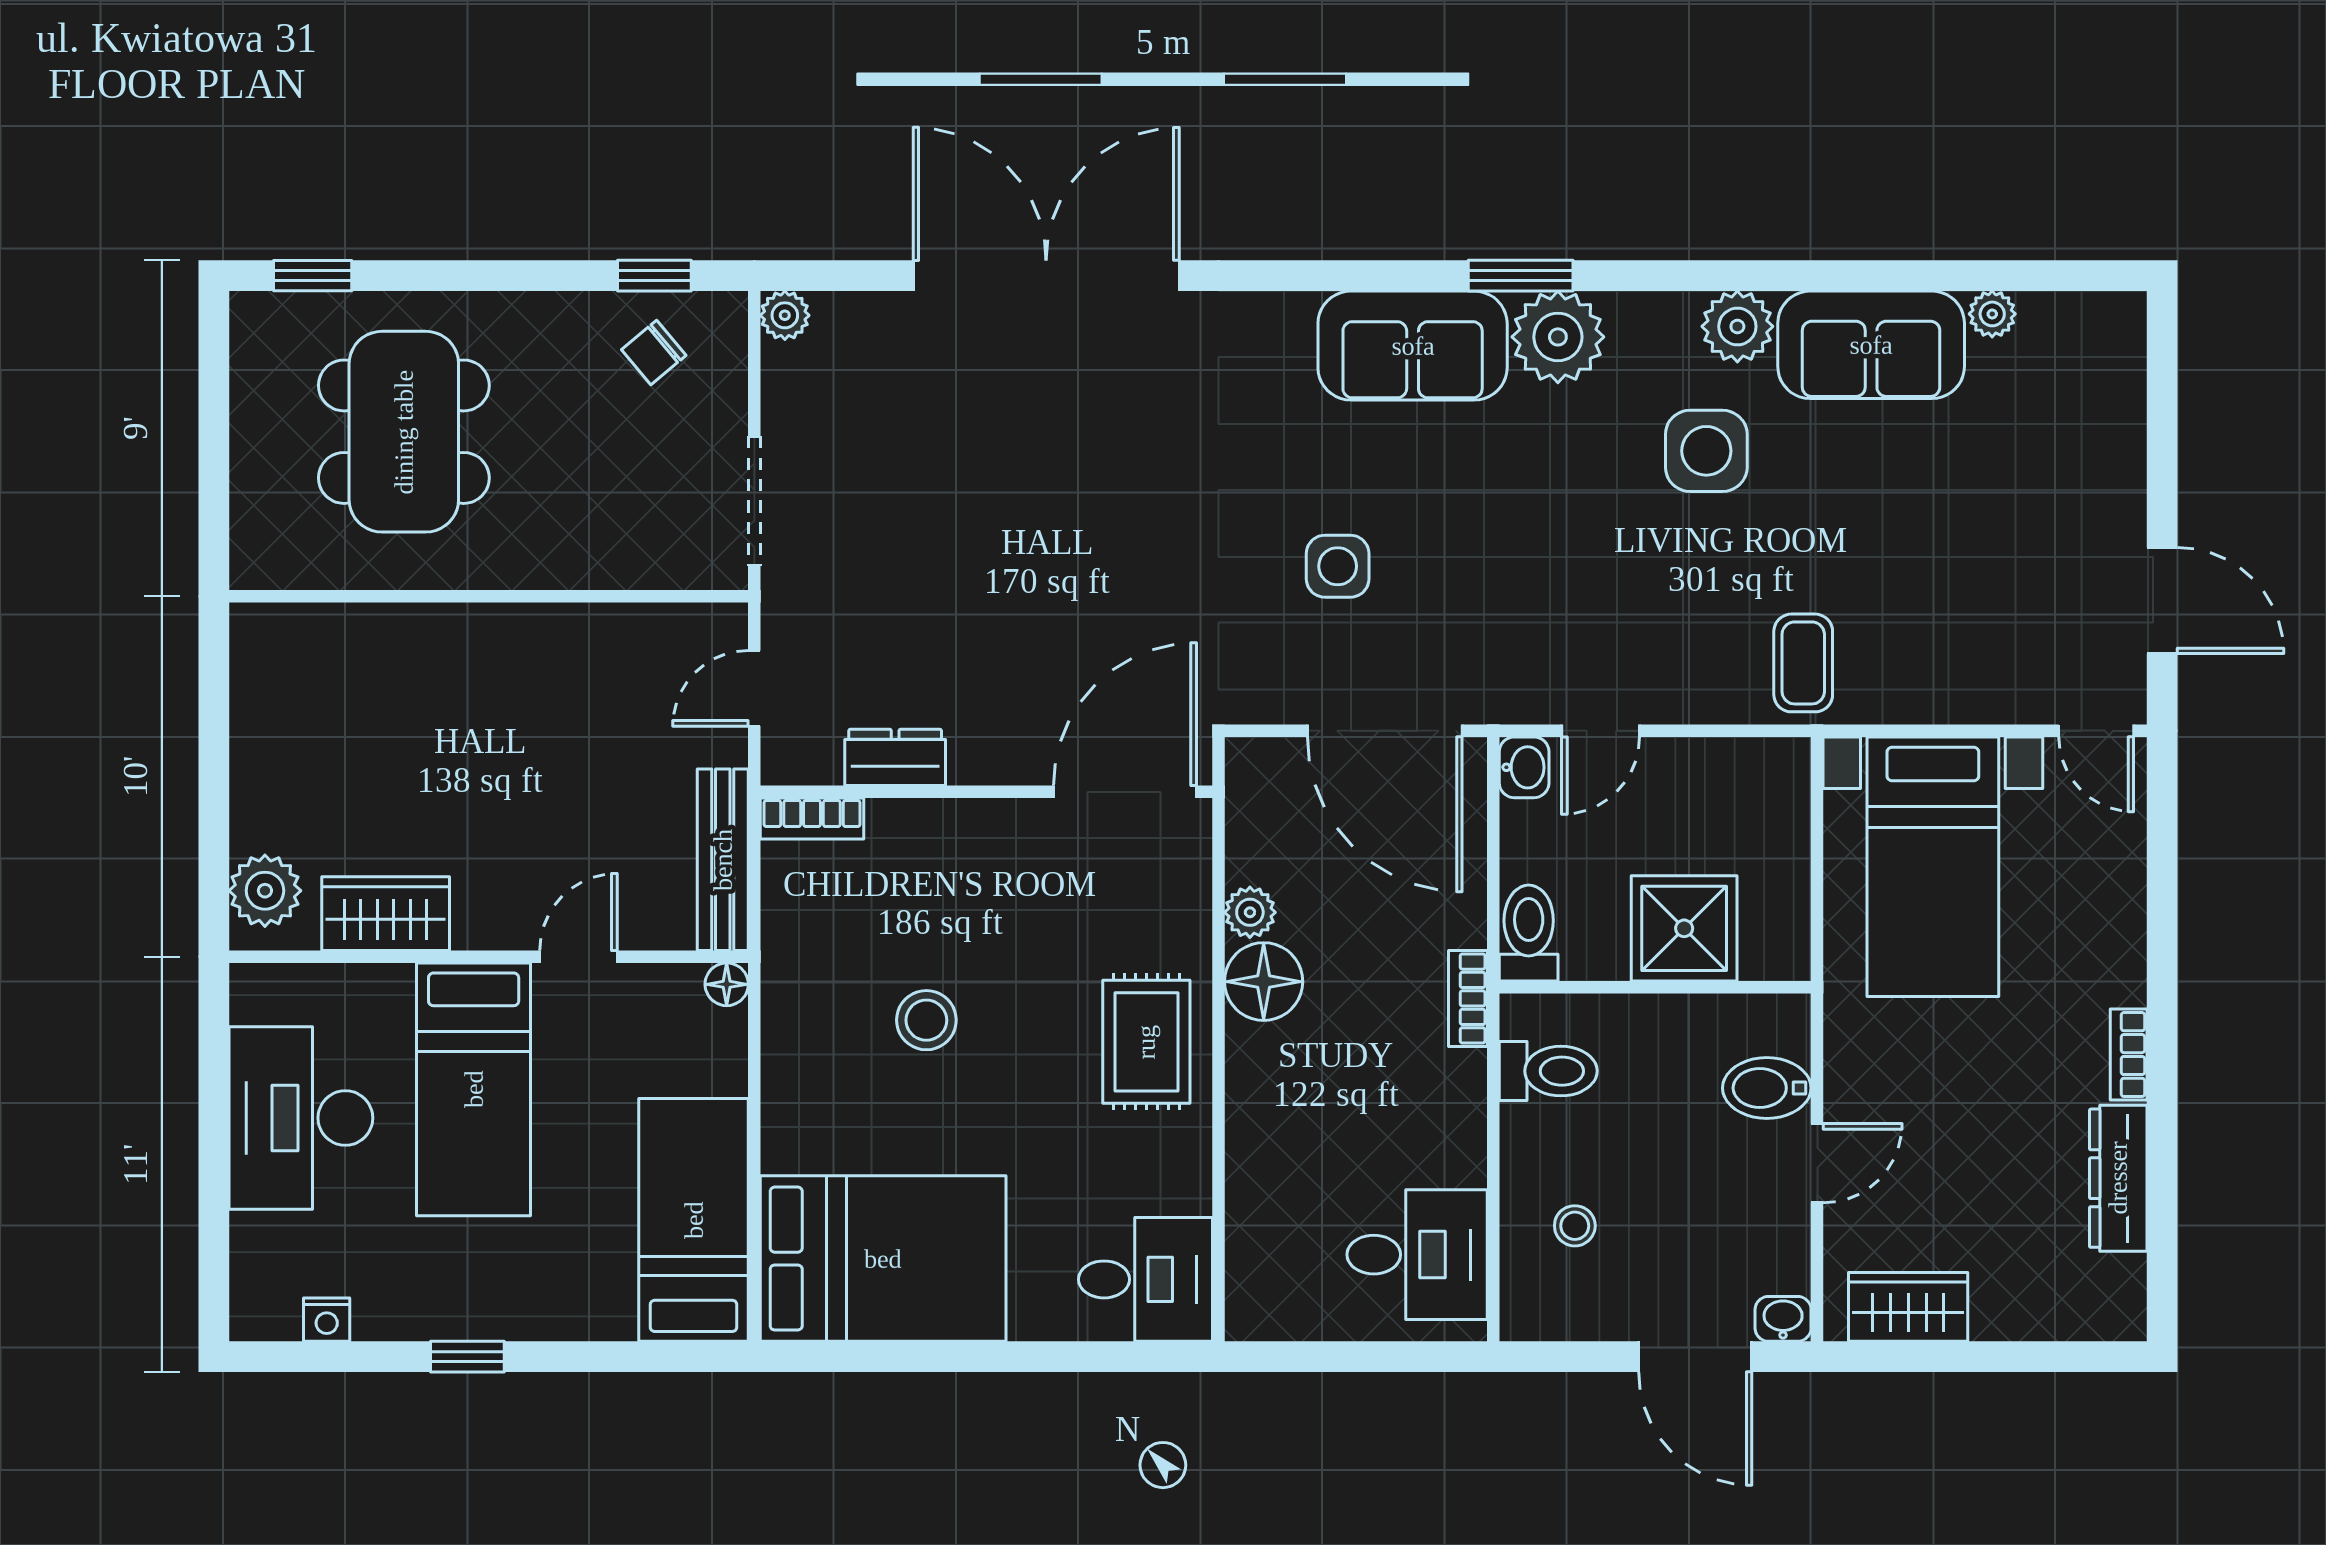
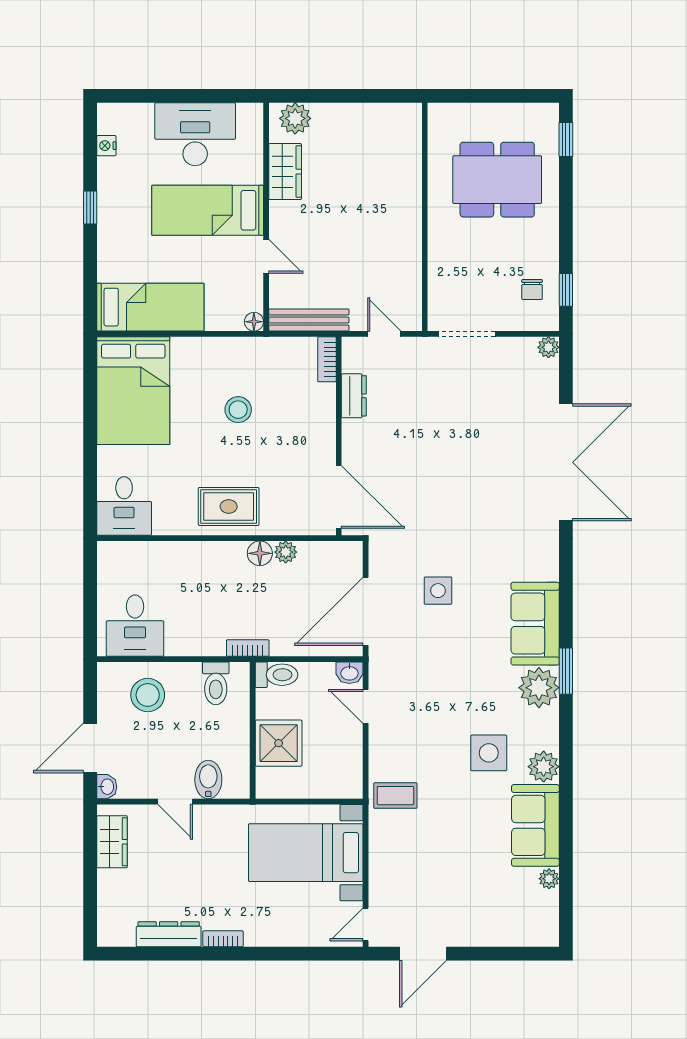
chair: (654, 353) -> (532, 290), turned -140
floor lamp: (1264, 982) -> (260, 553), width x0.73, depth x0.73
stool: (1575, 1226) -> (148, 695), width x1.89, depth x1.89

